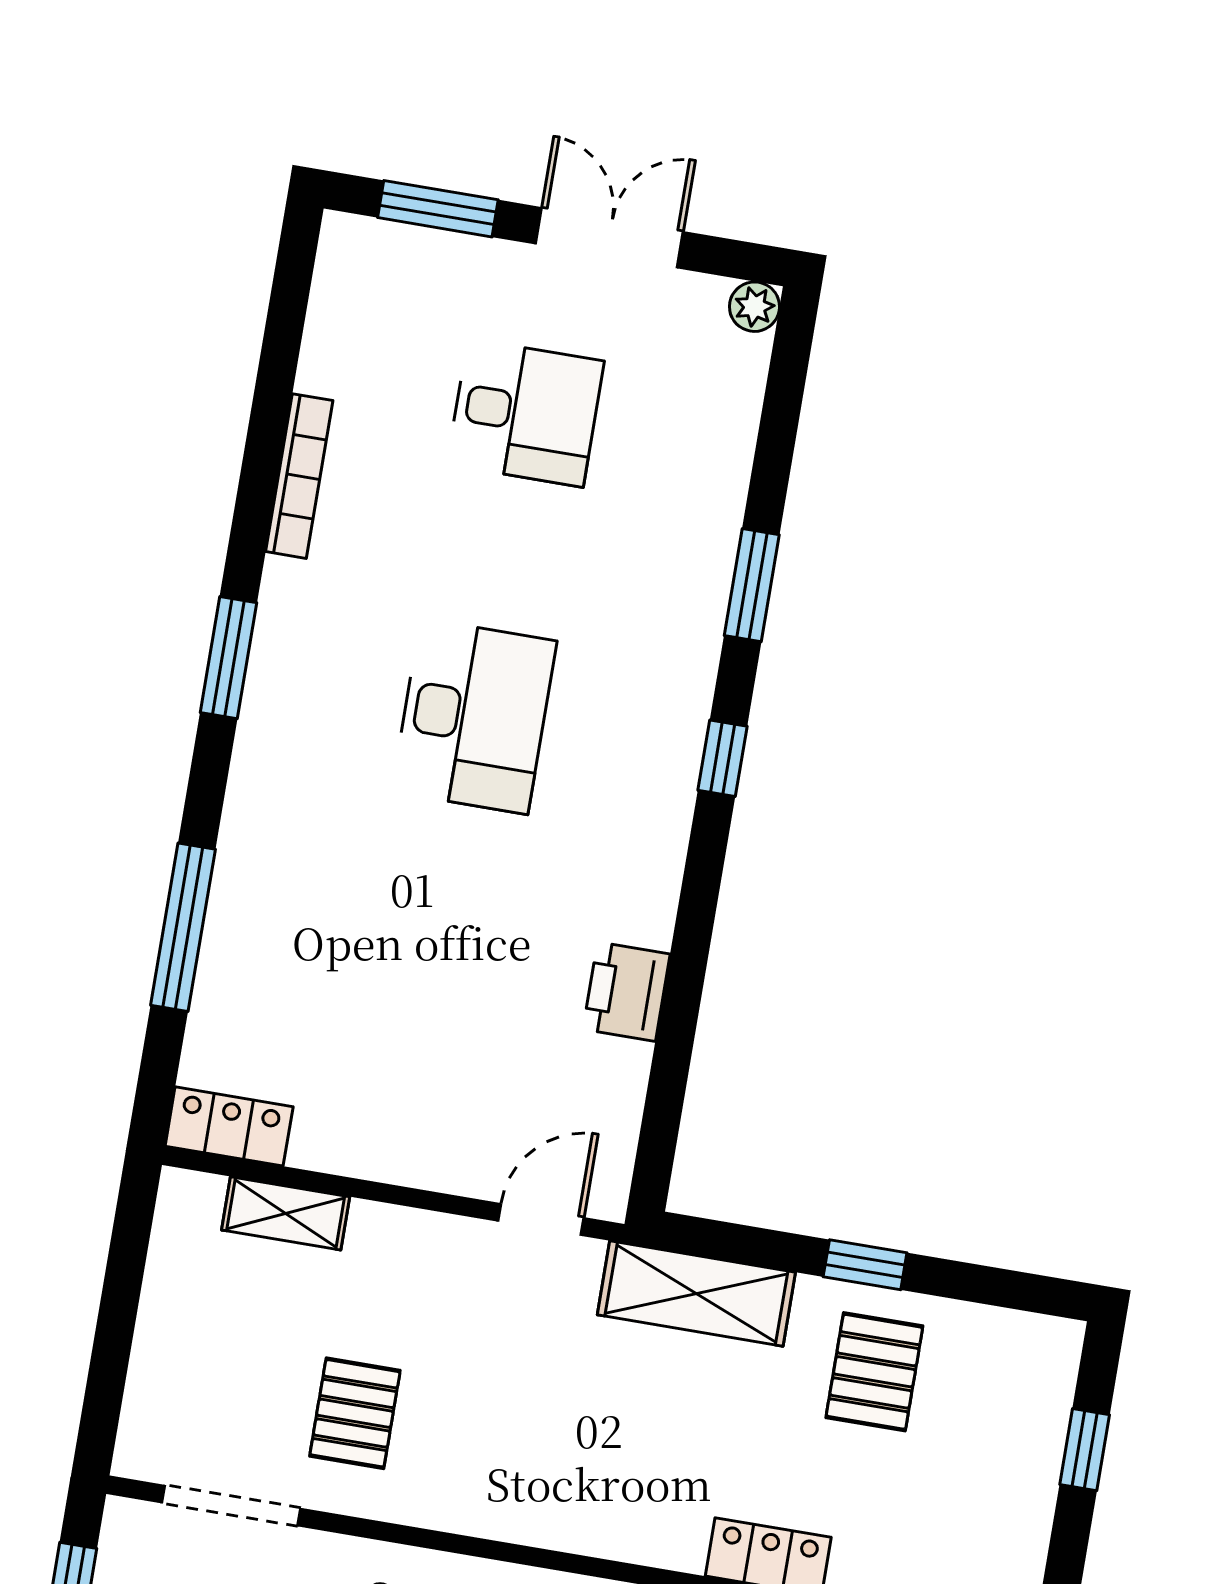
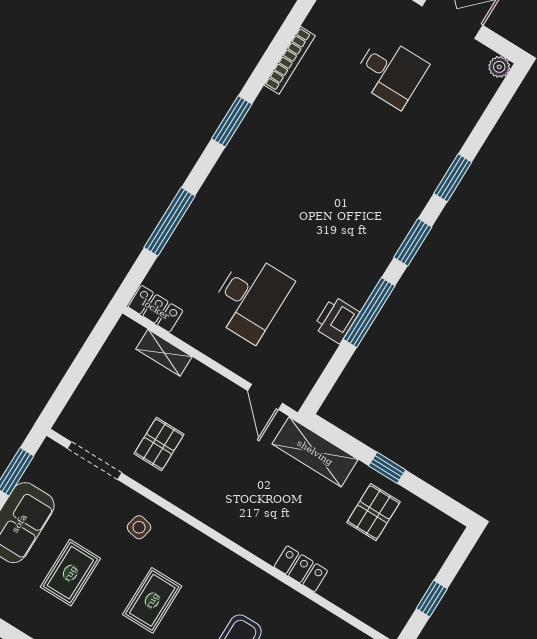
desk: (474, 716) -> (250, 298), moved
window: (722, 758) -> (413, 242), width x1.50
window: (691, 947) -> (369, 312), added
door: (541, 1219) -> (265, 397), swing flipped
window: (1085, 1450) -> (432, 599), moved

